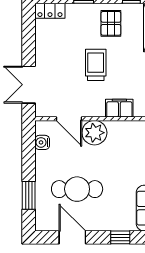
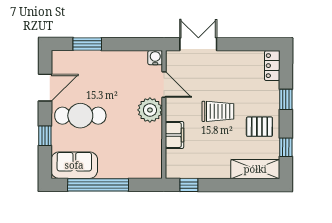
door: (69, 119) -> (164, 84), swing flipped
water cooler: (42, 142) -> (155, 58), moved
cafe table: (77, 189) -> (80, 116), moved, turned 90

